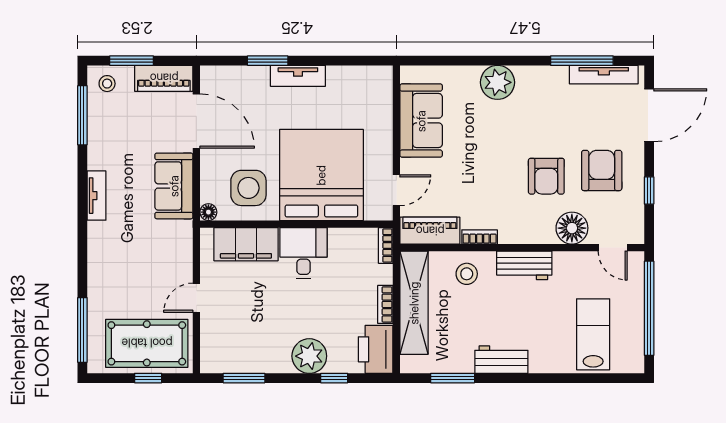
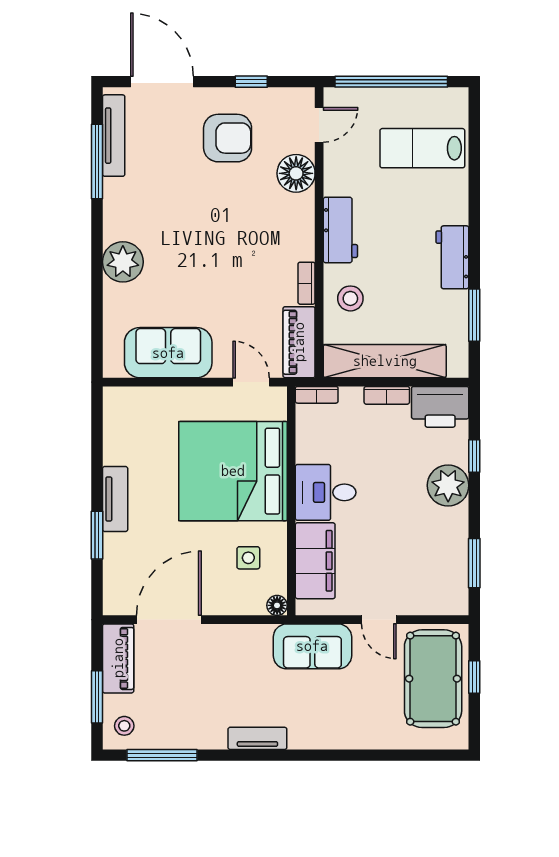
armchair: (602, 170) -> (228, 138), turned 180
armchair: (546, 176) -> (234, 204), removed
sofa: (174, 186) -> (312, 646), moved
side table: (248, 188) -> (248, 558), width x0.54, depth x0.54
window: (82, 330) -> (417, 755), removed

